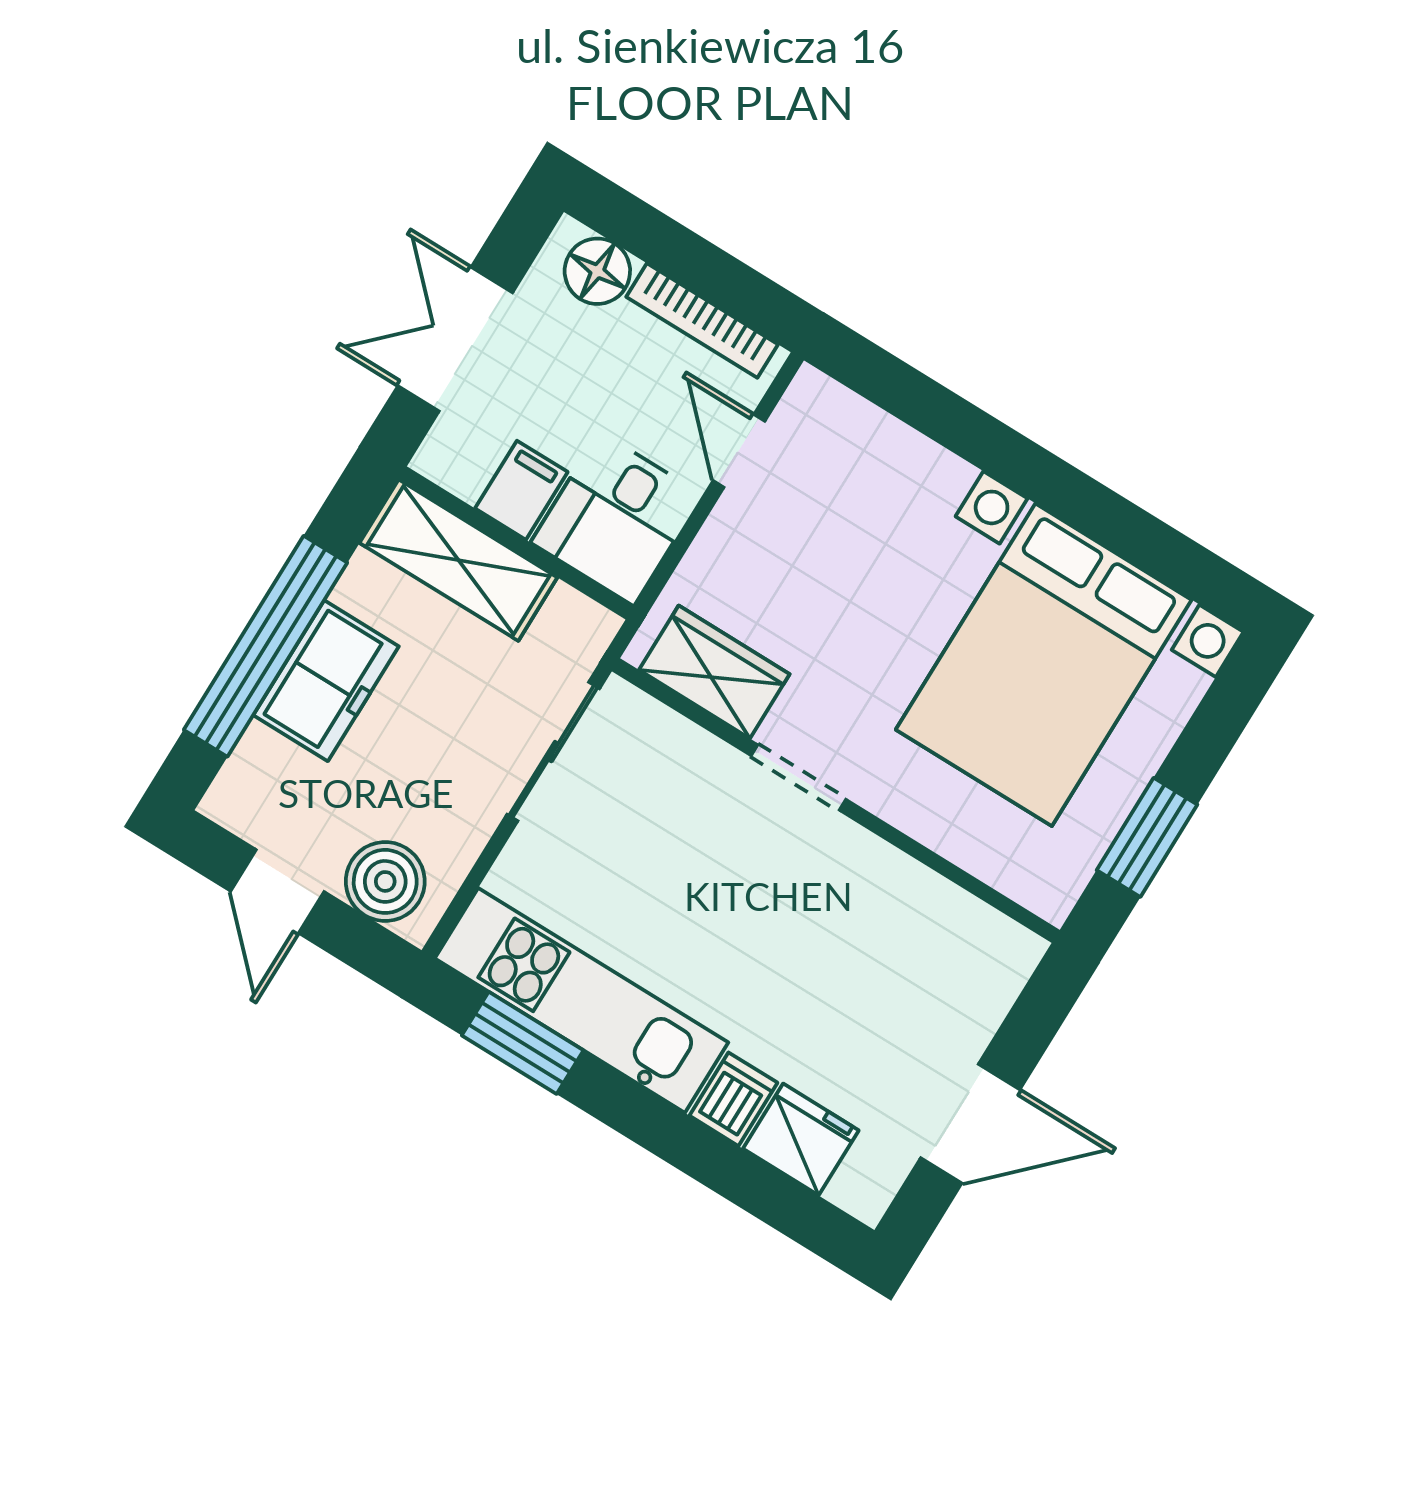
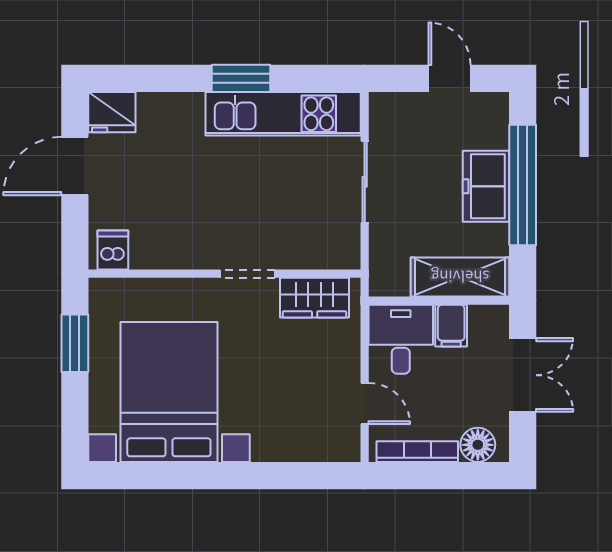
sliding door: (553, 752) -> (365, 182), moved
boiler: (385, 881) -> (404, 113), removed
window: (523, 1043) -> (241, 78), moved
dishwasher: (733, 1099) -> (113, 250), moved, turned 180
fridge: (801, 1139) -> (112, 112), moved

